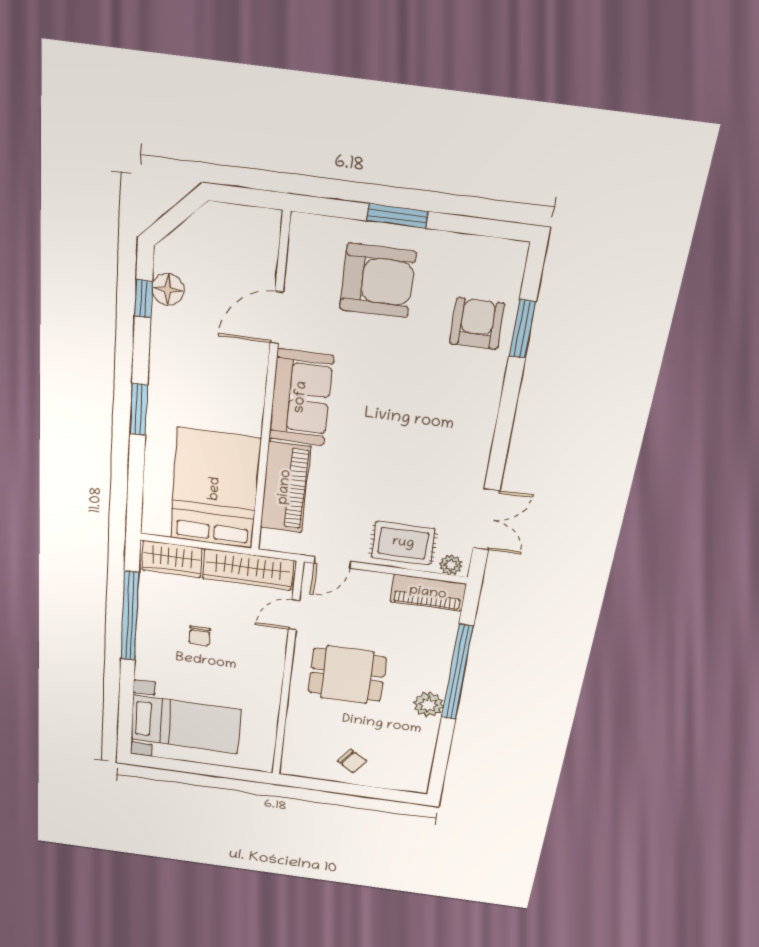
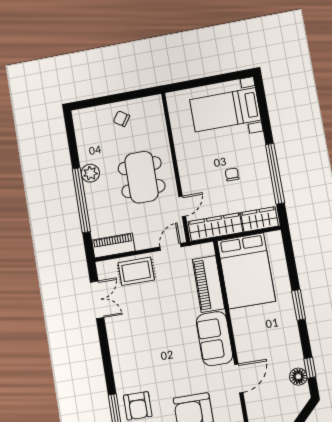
double door: (486, 519) -> (97, 300), swing flipped
plant: (451, 565) -> (107, 266), removed
dining table: (347, 675) -> (142, 177), width x1.38

